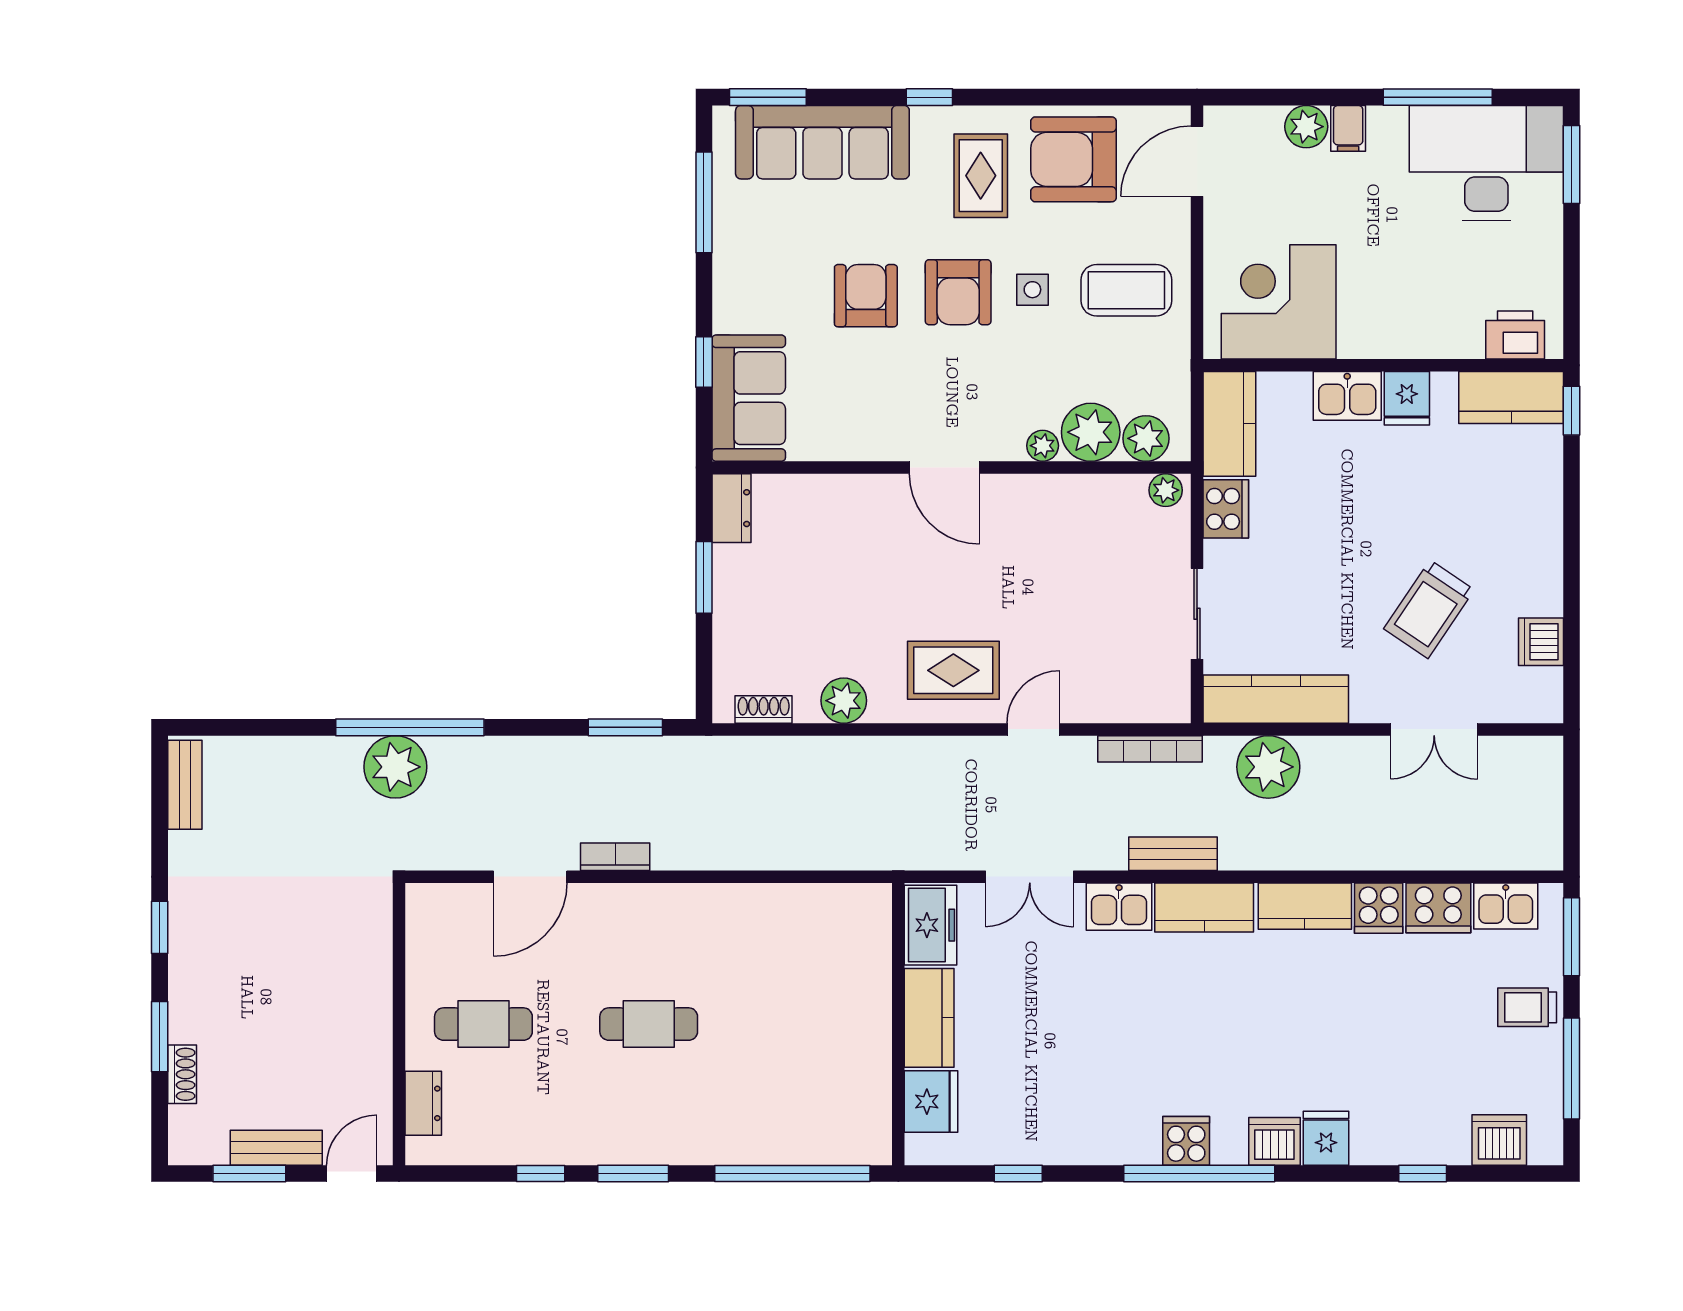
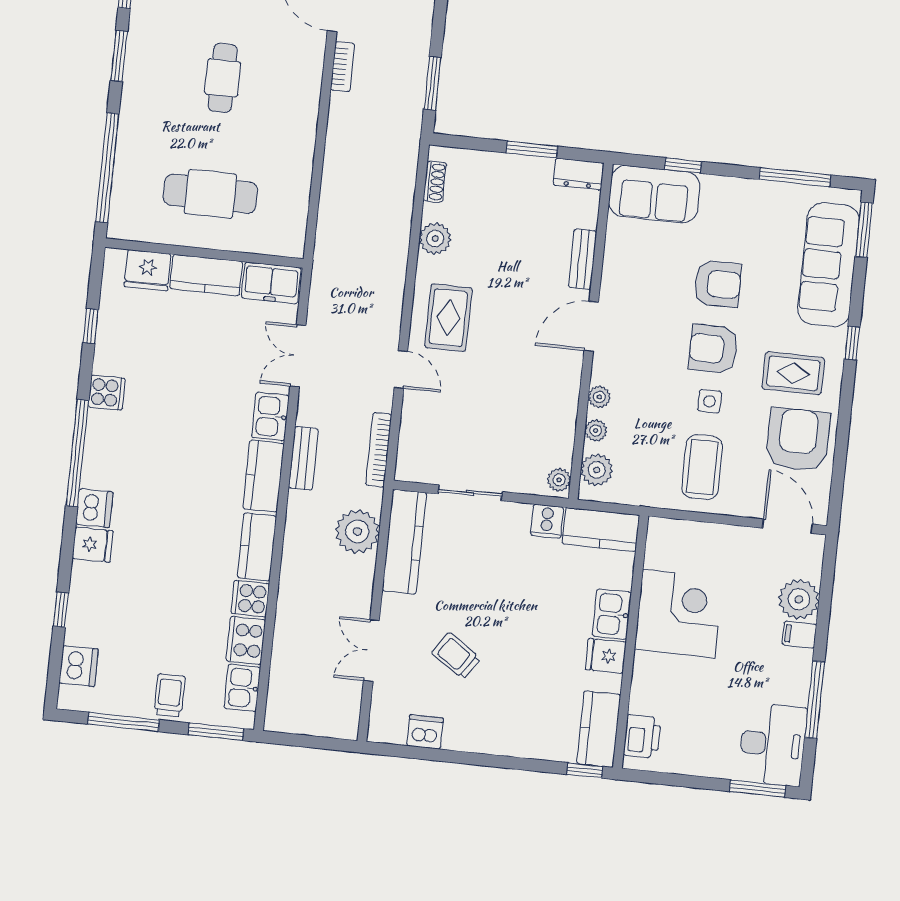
plant: (1306, 127) -> (799, 599), width x1.36, depth x1.36
desk: (1486, 163) -> (773, 744), width x0.73, depth x0.77
corner desk: (1279, 302) -> (679, 614), moved
plant: (1091, 432) -> (596, 431), width x0.53, depth x0.53
bench: (851, 490) -> (583, 259), added
cooker: (1226, 509) -> (547, 521), width x0.73
trolley: (1429, 609) -> (456, 656), width x0.73, depth x0.72
cafe table: (814, 1024) -> (210, 194), added
cooker: (1186, 1141) -> (107, 393), moved

